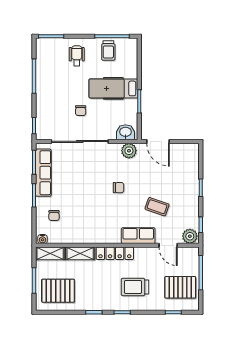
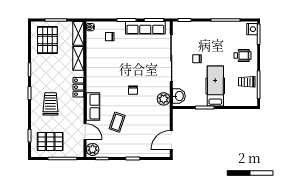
nightstand: (45, 44) -> (252, 29), added
door: (158, 141) -> (171, 140), moved
door: (168, 245) -> (85, 131), swing flipped
locker: (115, 253) -> (78, 87), width x0.66
pallet: (180, 287) -> (50, 142), turned 90

